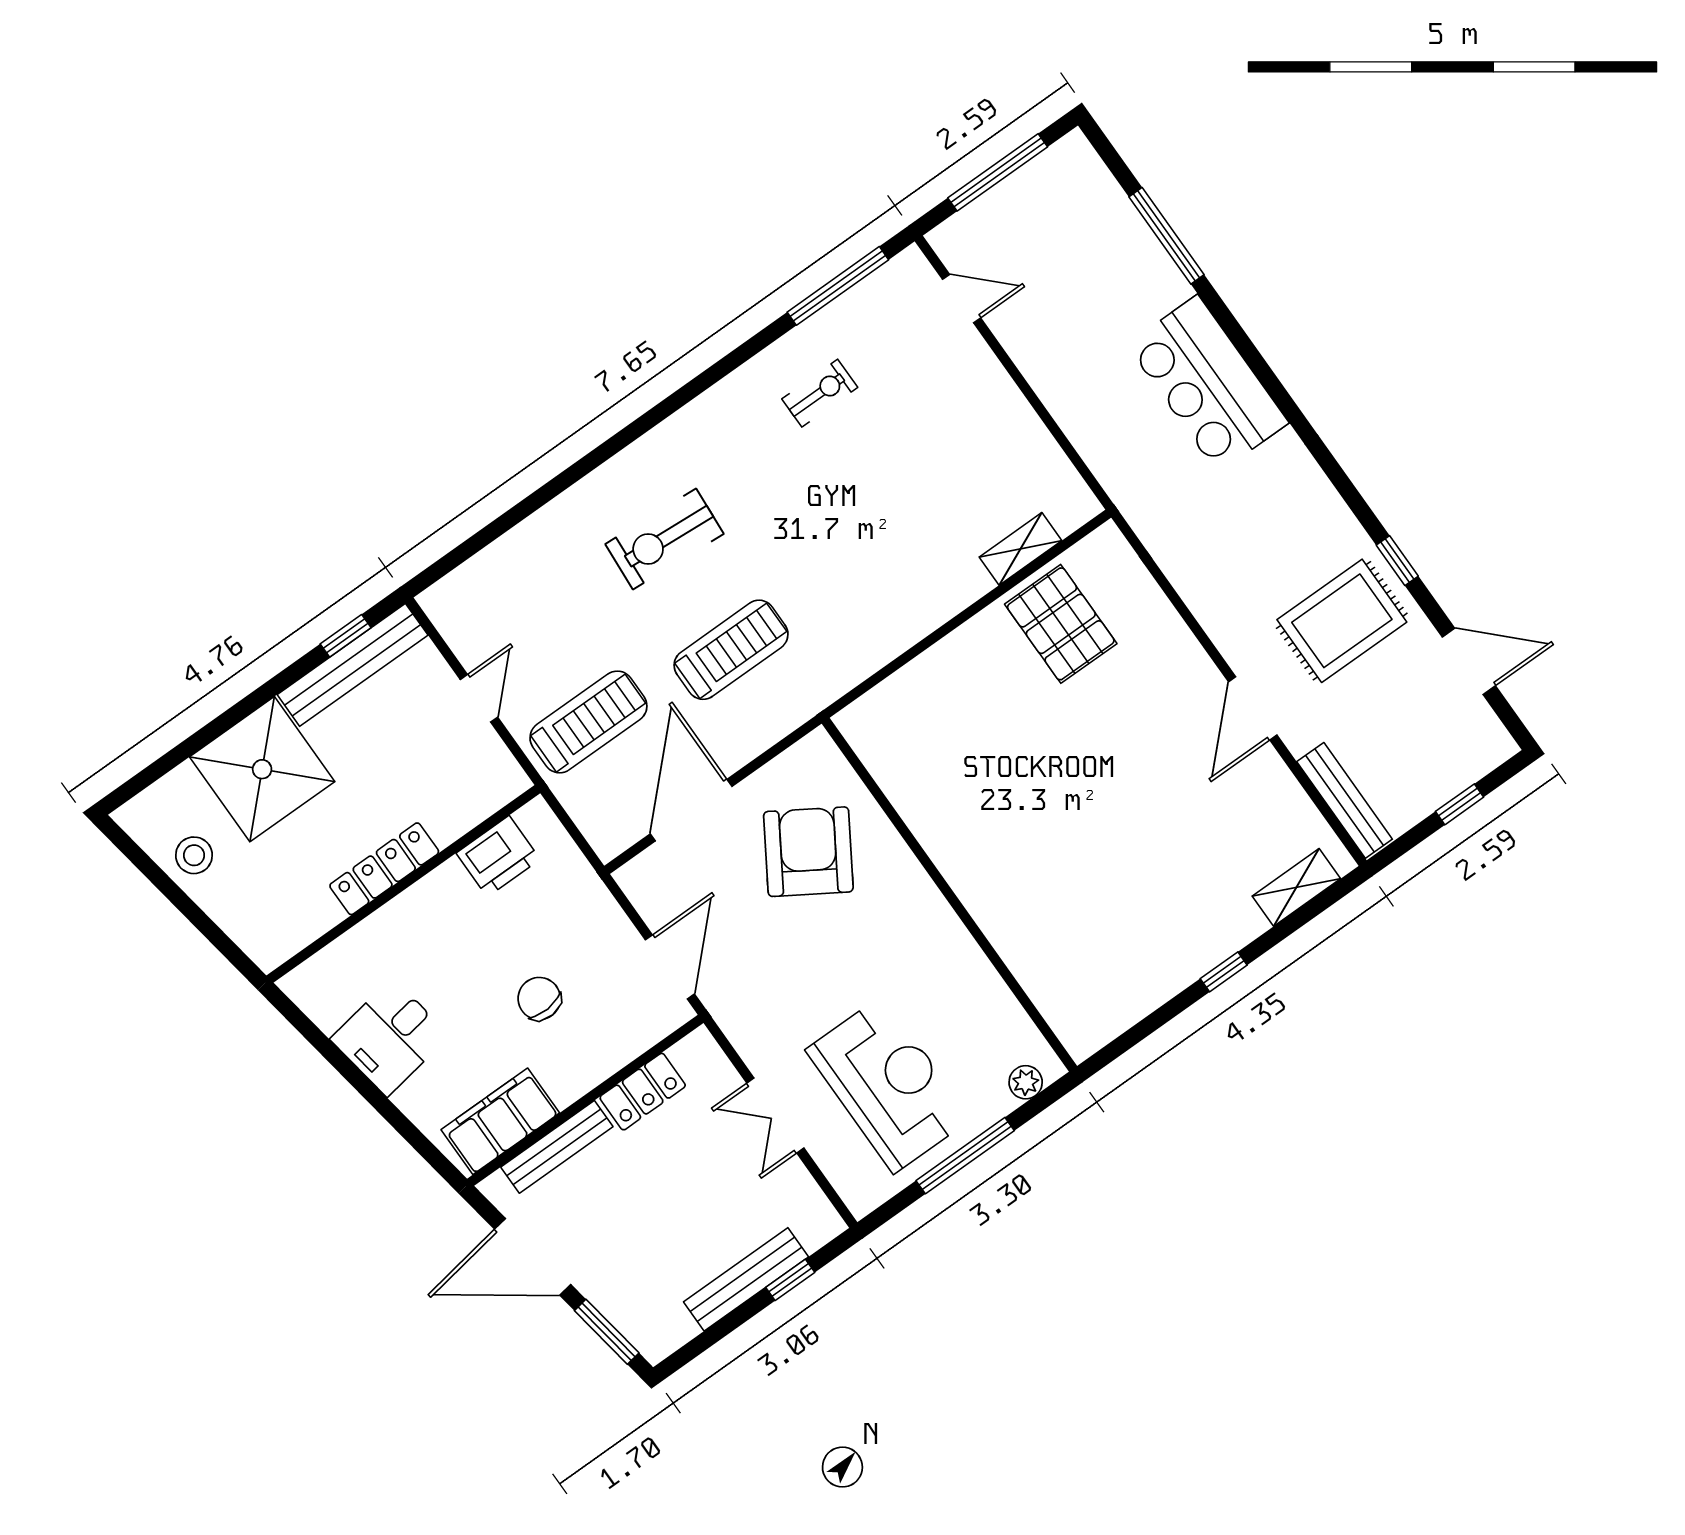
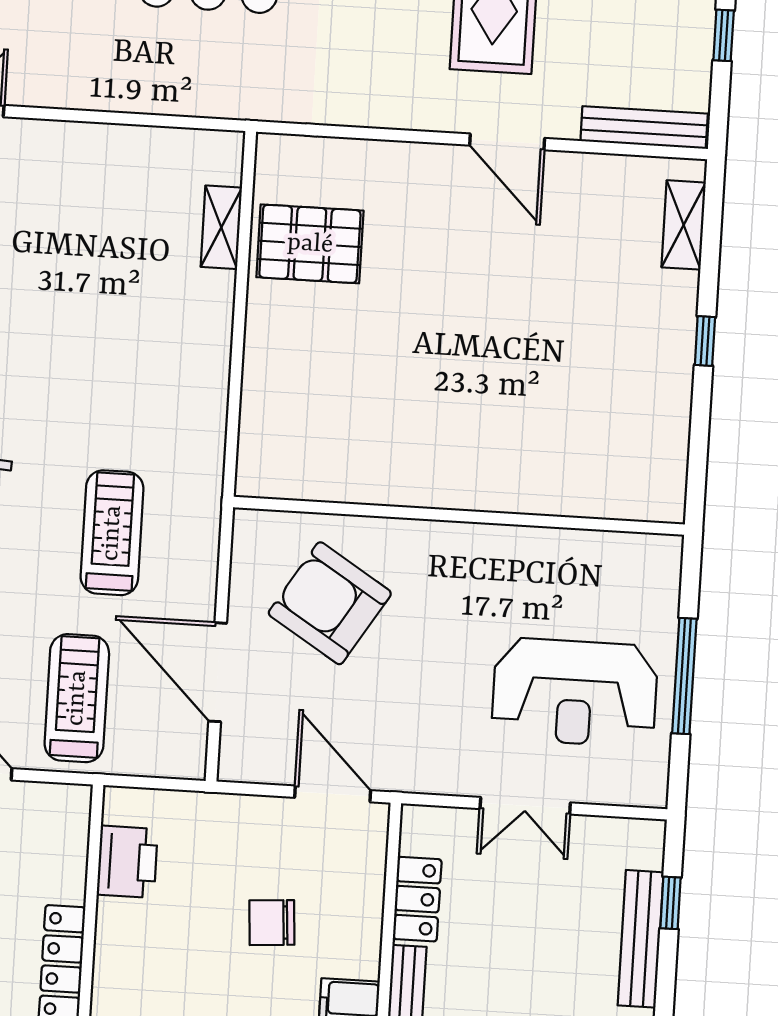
plant: (1026, 1082) -> (664, 578), removed
reception desk: (888, 1085) -> (575, 692), turned 180

